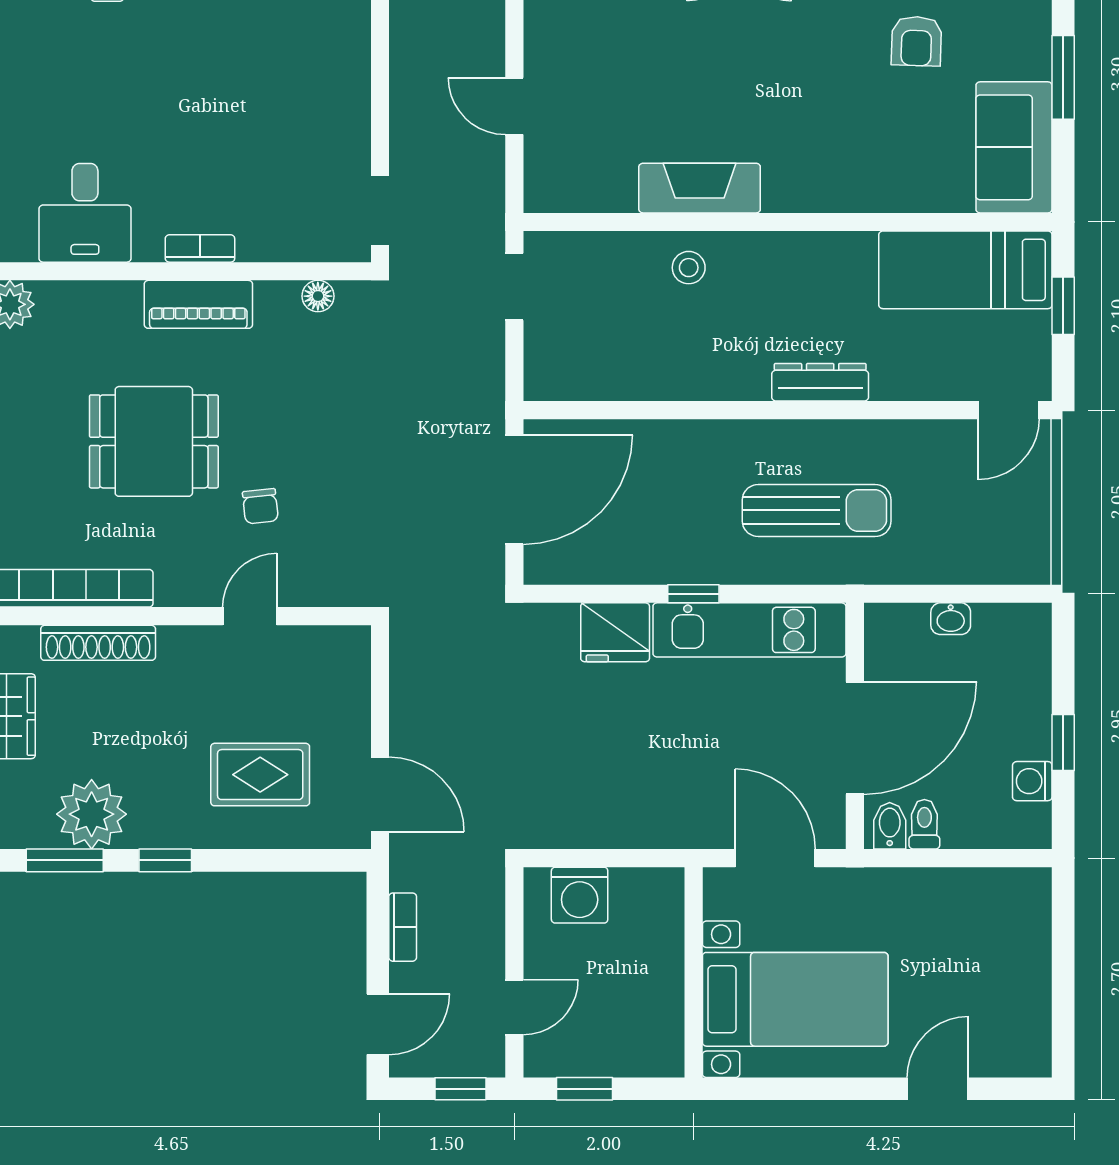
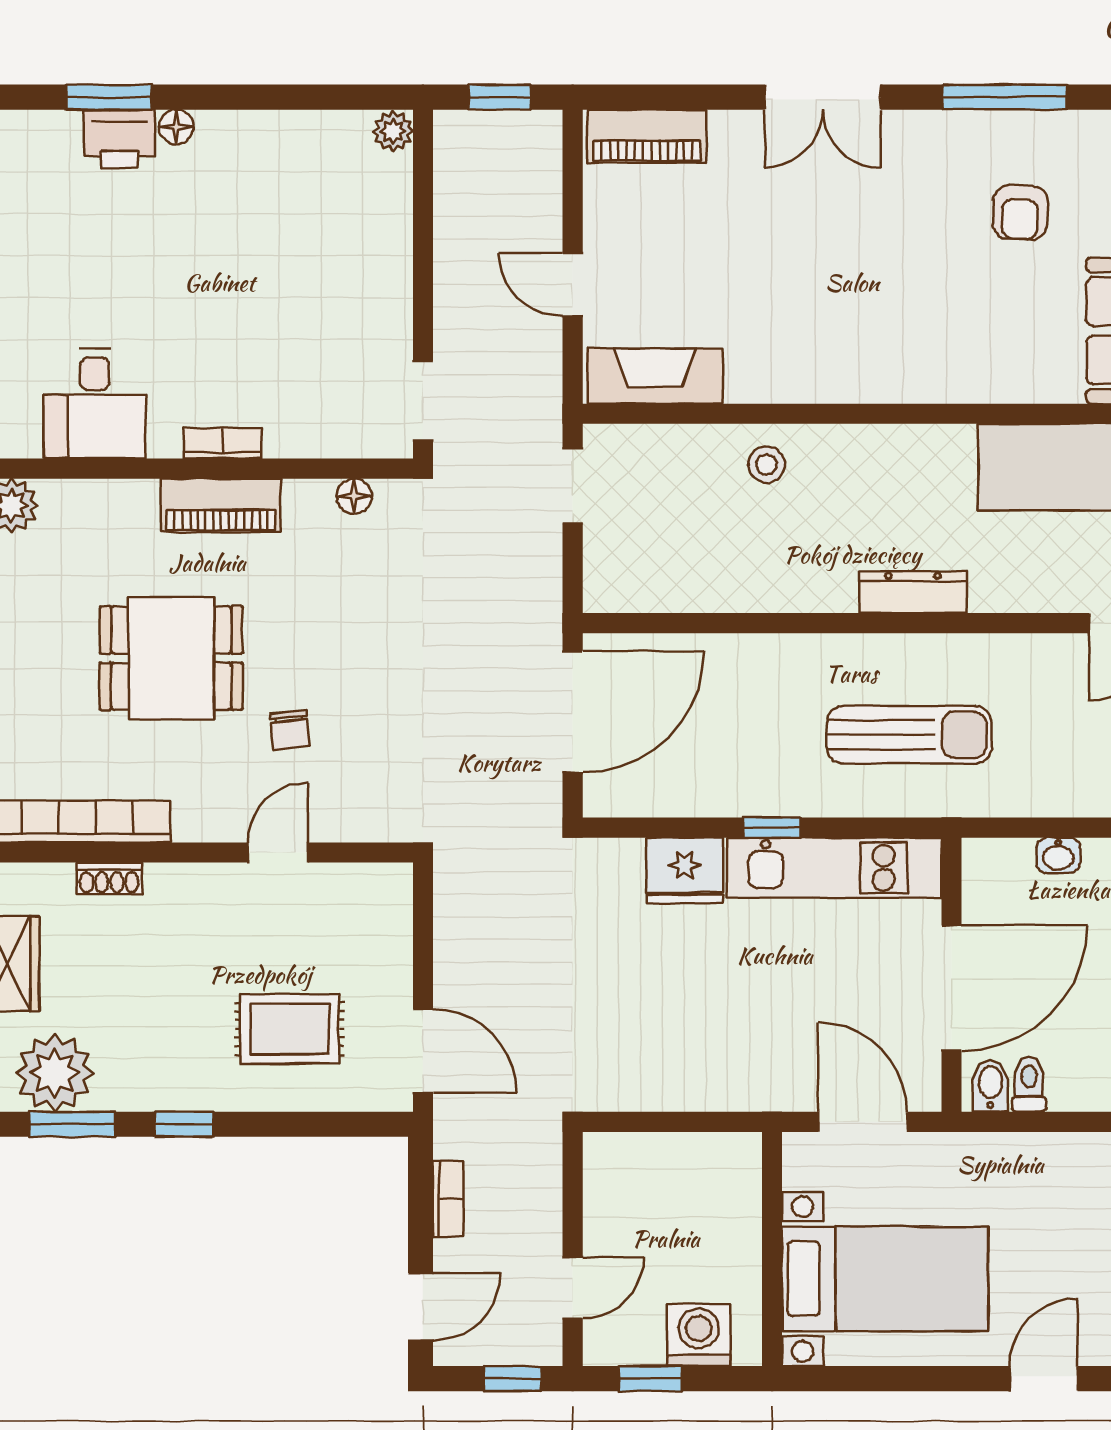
fireplace: (700, 188) -> (655, 376), moved
shoe rack: (98, 643) -> (109, 878), width x0.51, depth x0.81
plant: (92, 814) -> (55, 1073), moved
washing machine: (580, 895) -> (699, 1335), moved, turned 180

